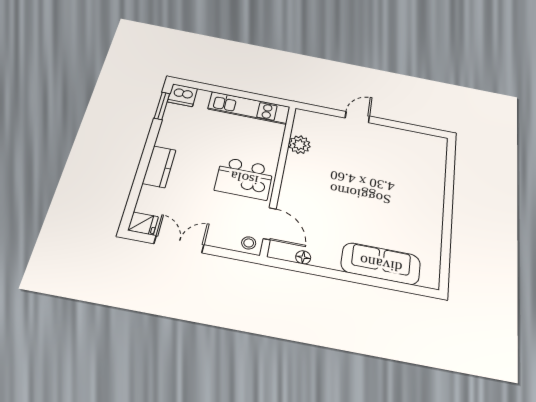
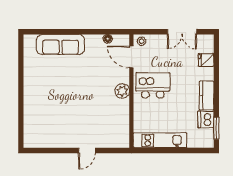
dishwasher: (182, 95) -> (206, 119), moved, turned -90
plant: (300, 145) -> (122, 91), moved
kitchen counter: (159, 167) -> (207, 96), moved
fridge: (143, 223) -> (206, 60), moved

